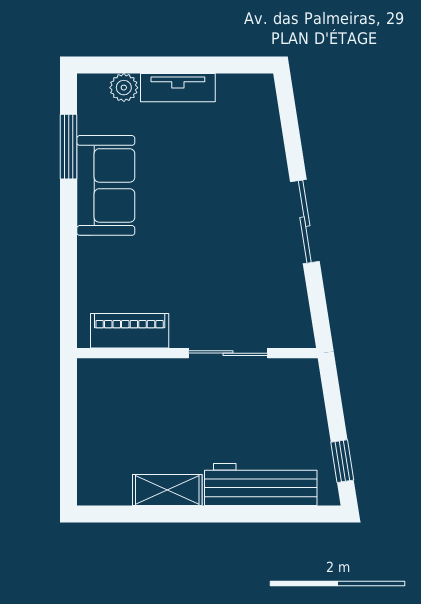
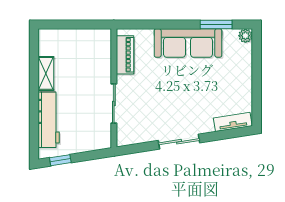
plant: (124, 88) -> (245, 36), moved
tv unit: (178, 88) -> (233, 122), moved, turned 81
sofa: (106, 185) -> (188, 43), width x1.36

